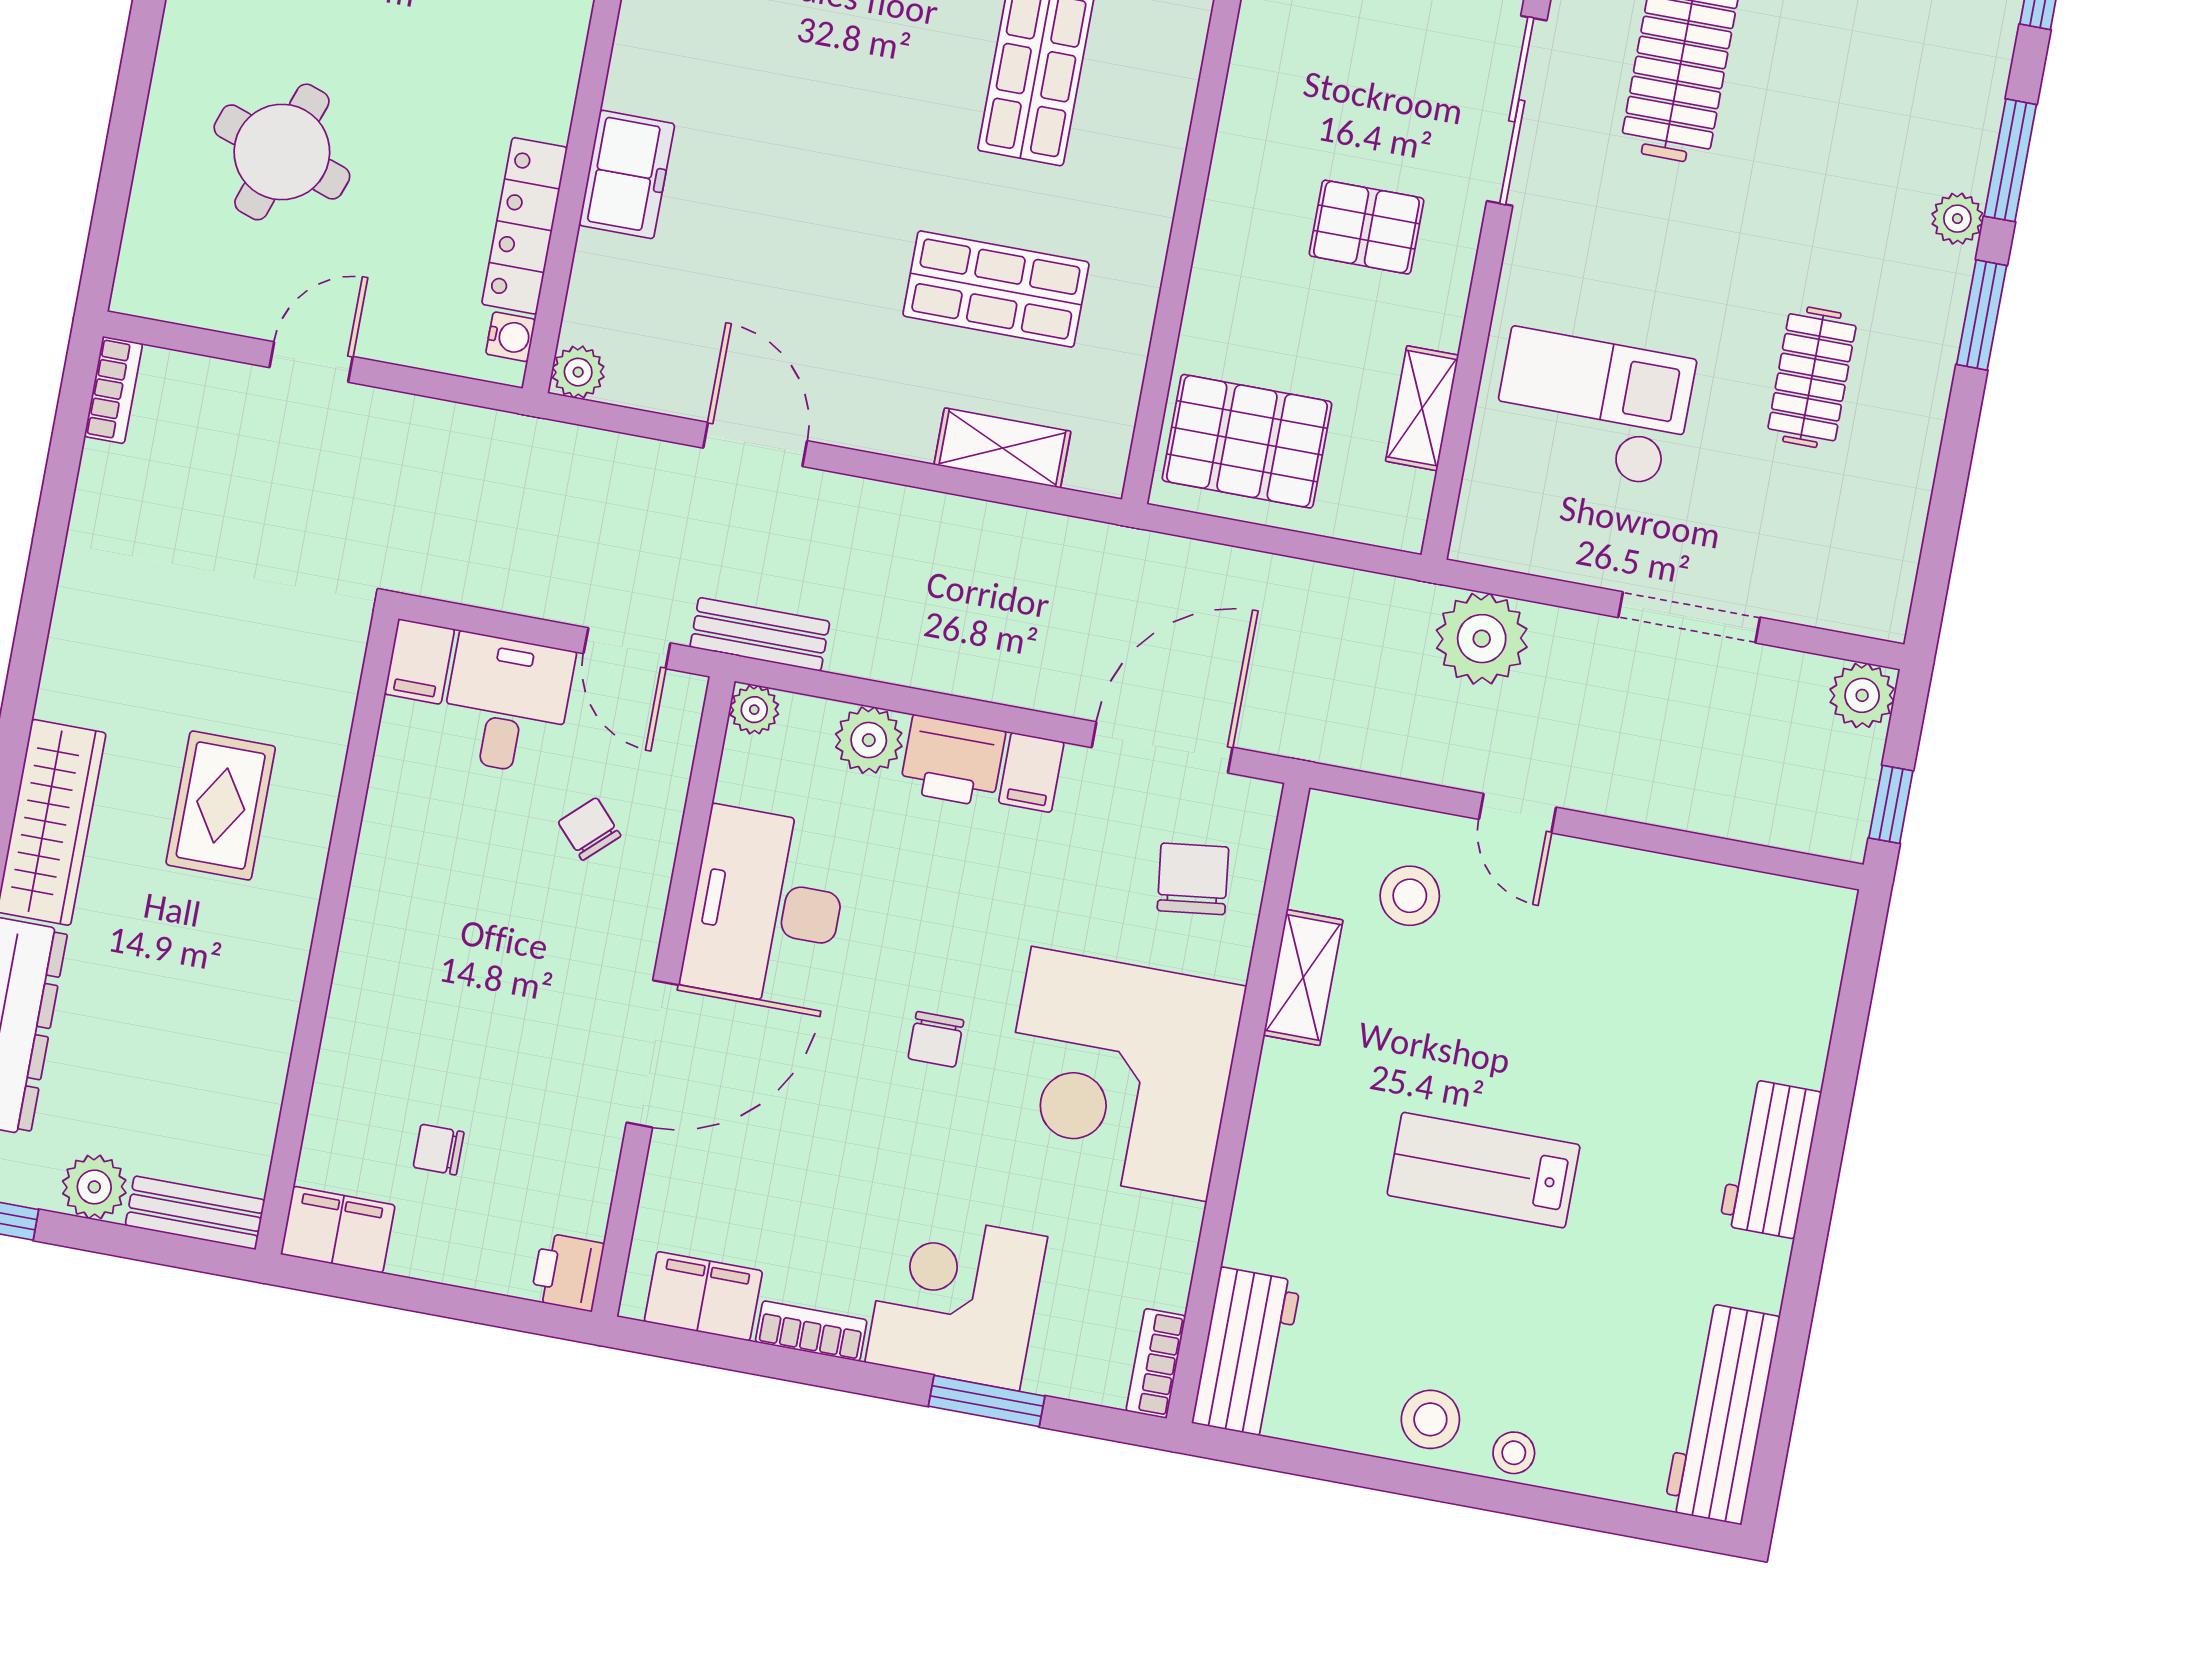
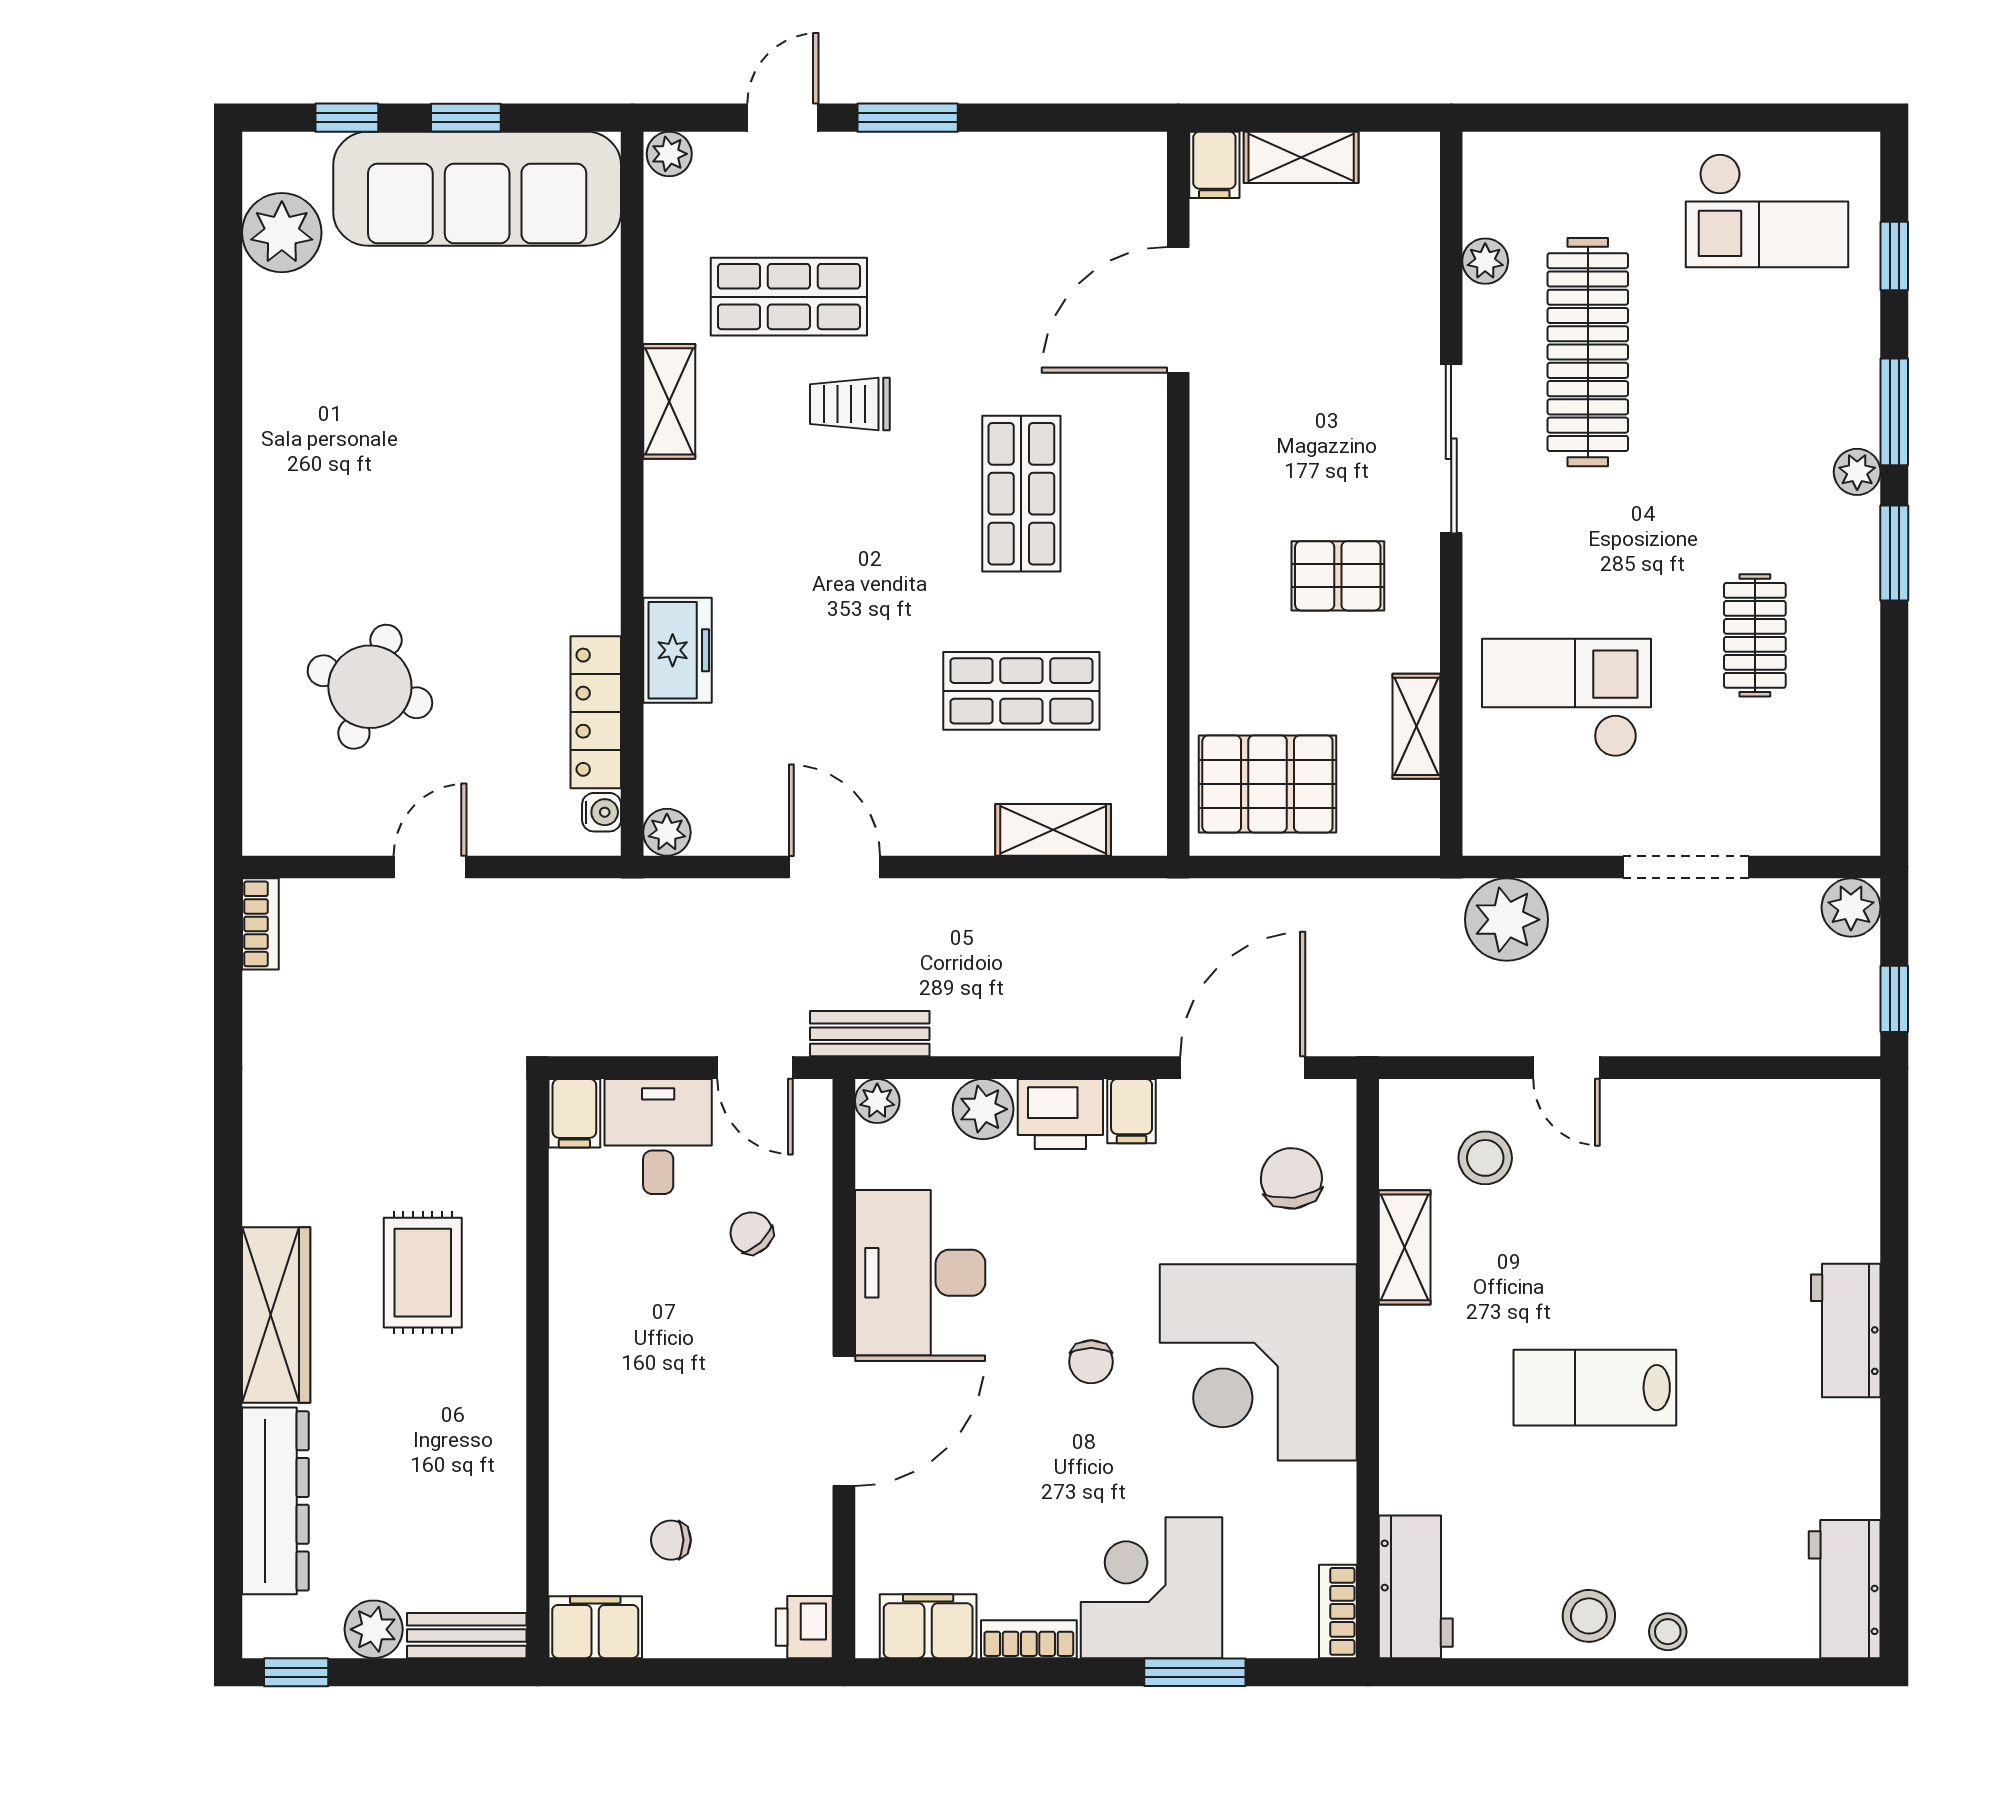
workbench: (1722, 1414) -> (1845, 1589), width x0.73

